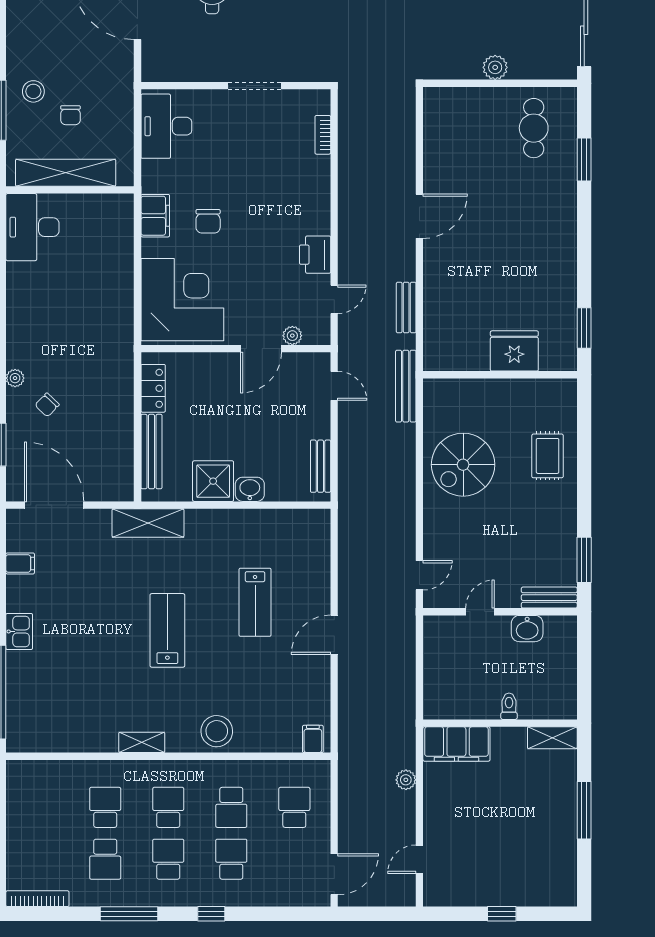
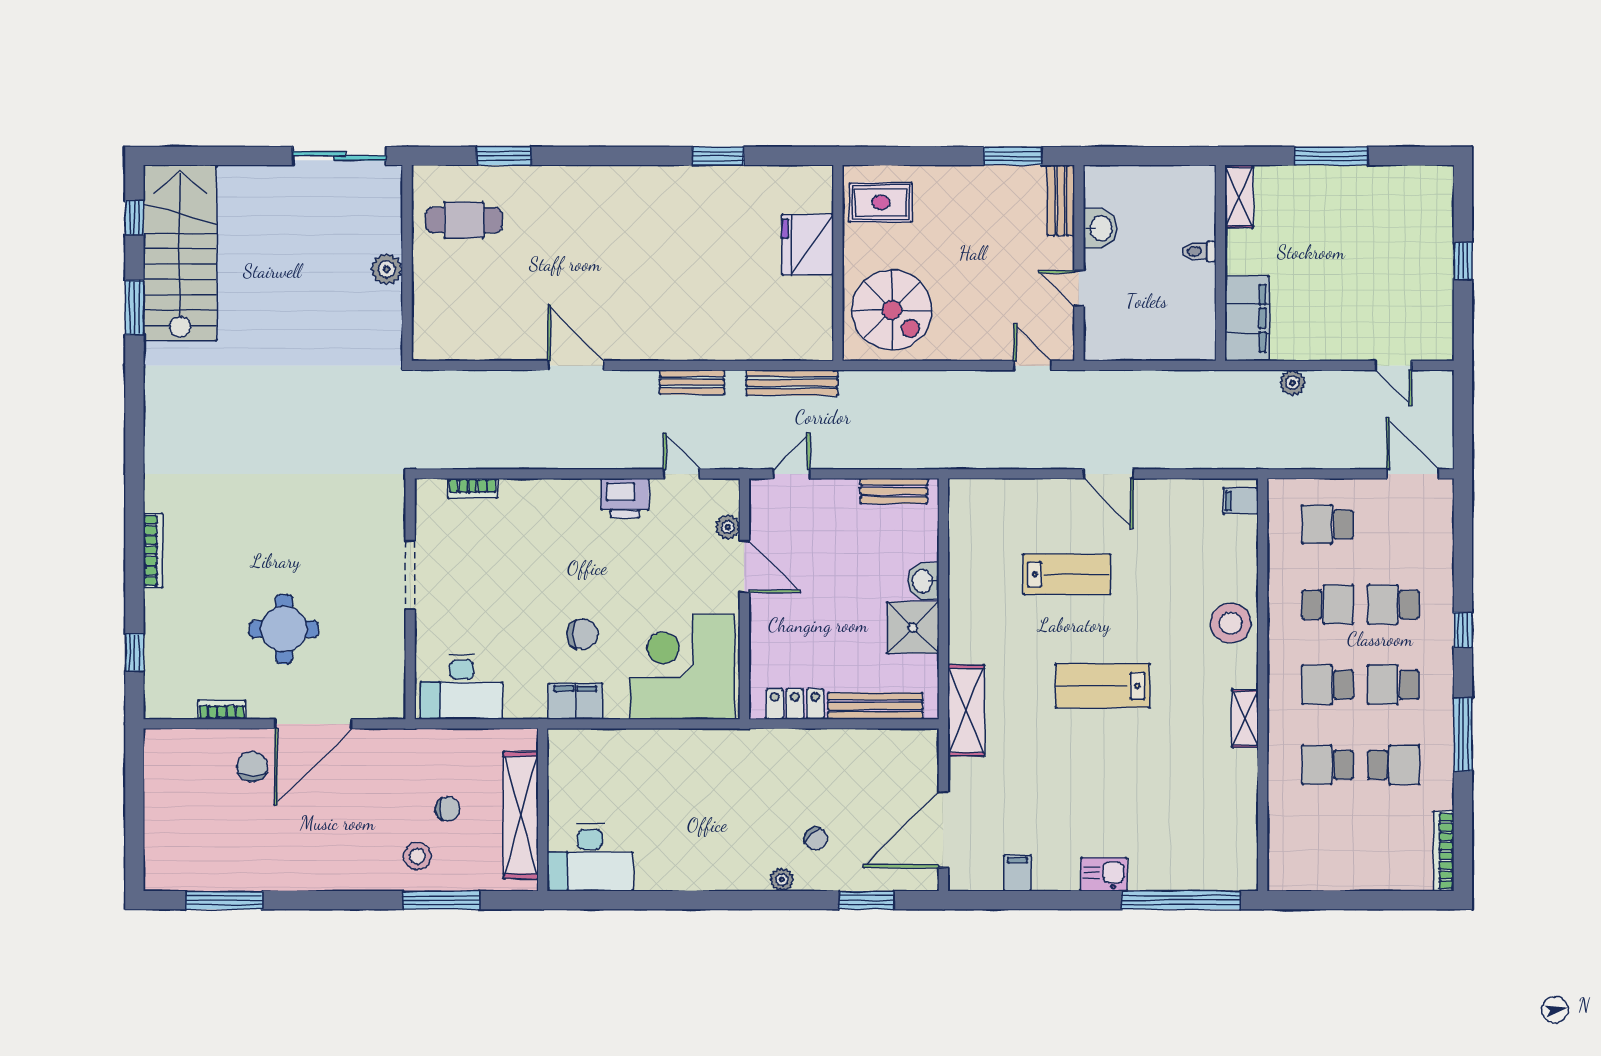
fridge: (514, 351) -> (808, 245), moved
wall: (500, 375) -> (838, 263), moved

